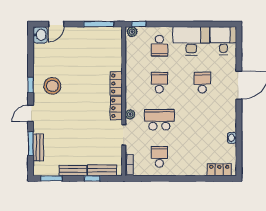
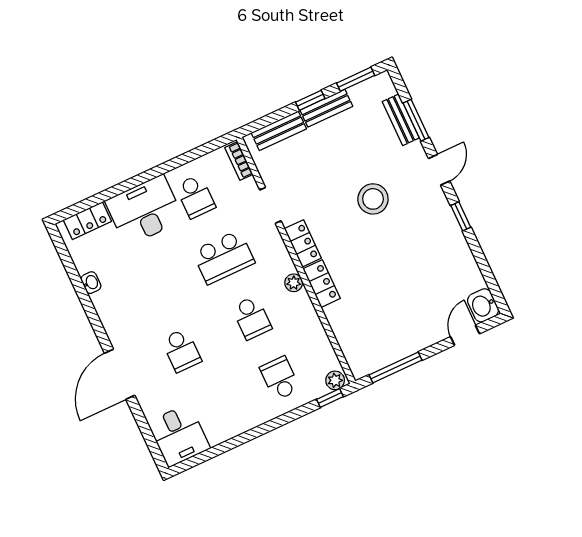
desk: (191, 41) -> (145, 210), moved, turned 180
stool: (52, 86) -> (373, 199), moved
plant: (130, 114) -> (294, 283), moved
window: (92, 178) -> (310, 100), moved

